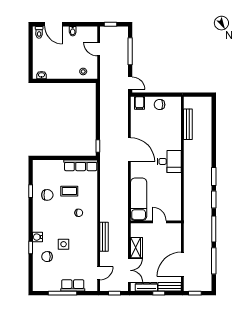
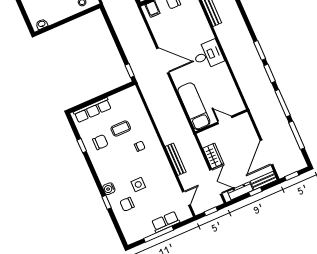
row of seats: (81, 165) -> (92, 110), moved

